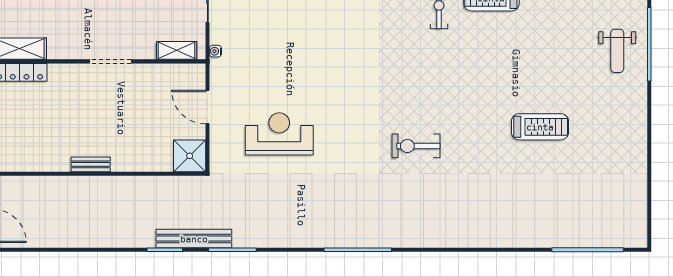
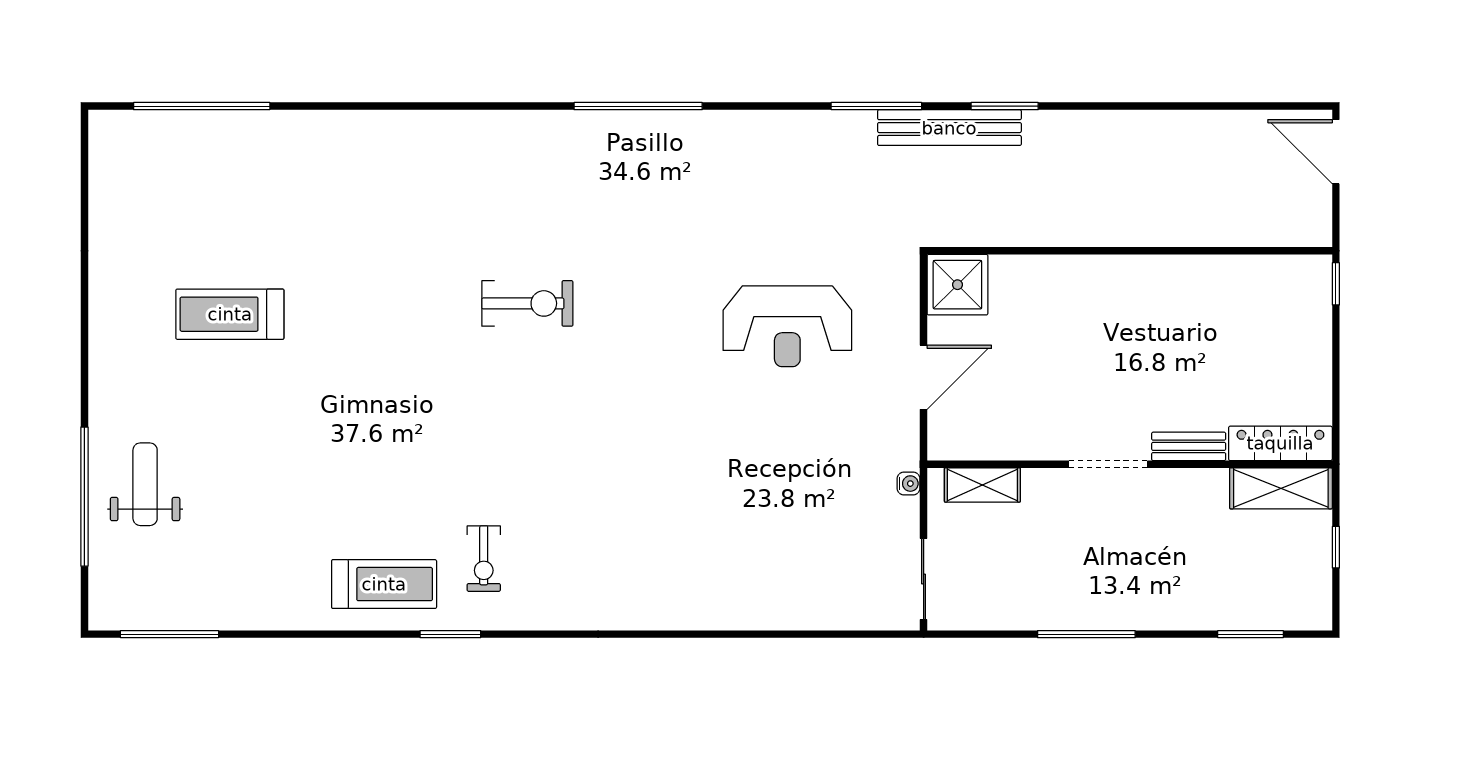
door: (207, 107) -> (924, 377), hinge flipped
treadmill: (540, 127) -> (230, 314), moved
bench: (91, 164) -> (1189, 446), moved

